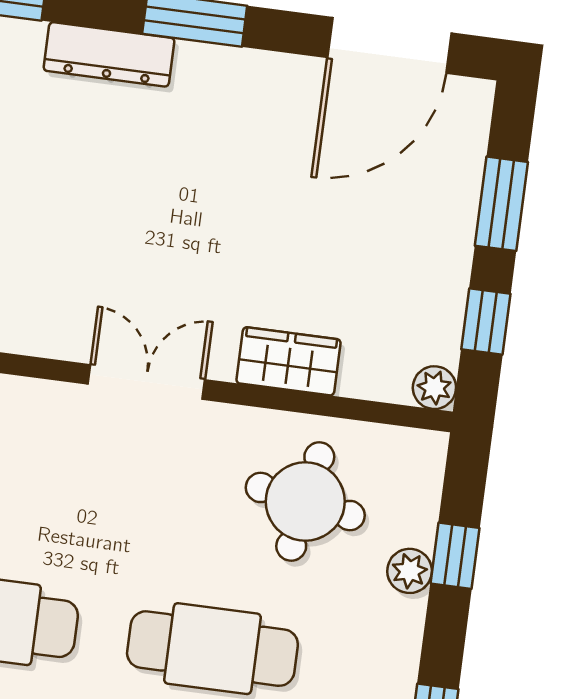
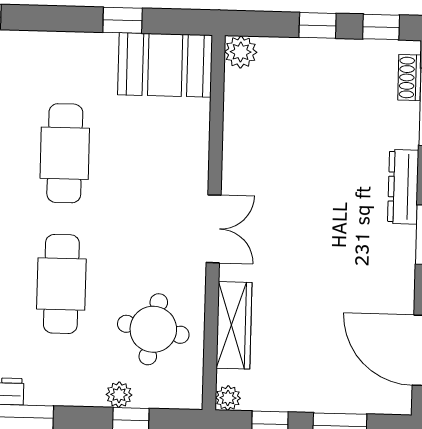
wardrobe: (289, 361) -> (234, 325), width x1.50

